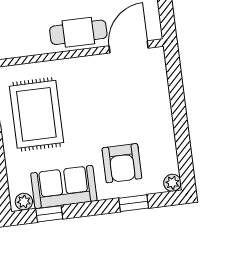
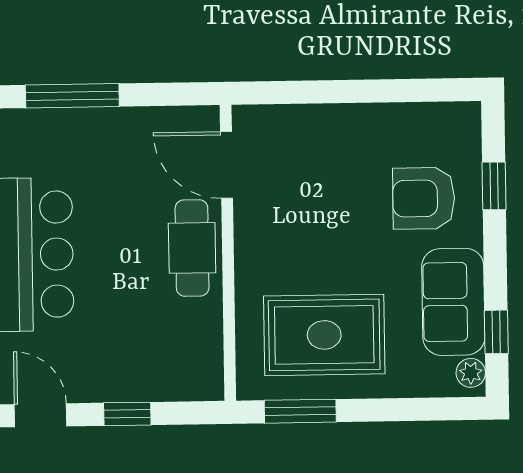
armchair: (122, 163) -> (424, 198), turned 180
plant: (172, 183) -> (467, 116), removed

